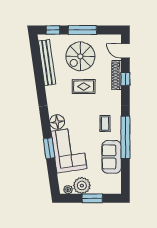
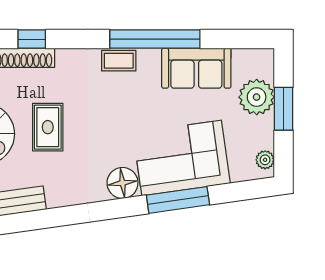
coffee table: (105, 124) -> (119, 61), moved
window: (49, 148) -> (178, 200), width x1.44
plant: (82, 186) -> (257, 97), moved

